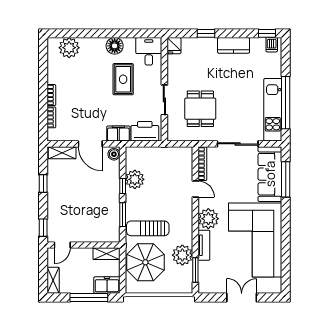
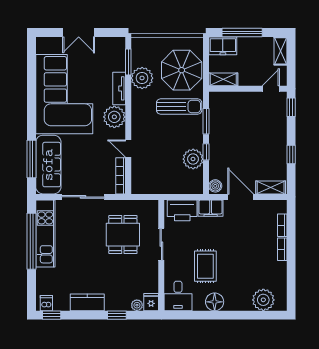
plant: (187, 43) -> (137, 305), added

